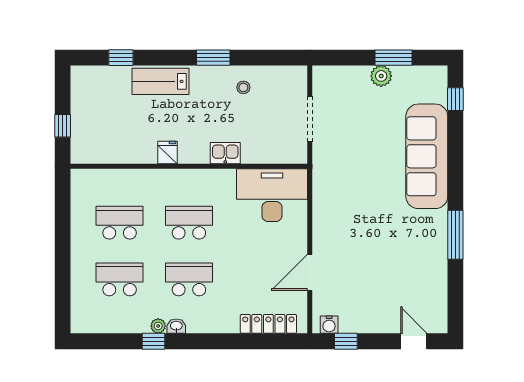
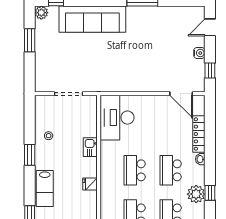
plant: (381, 76) -> (41, 13), moved
door: (310, 272) -> (181, 94), moved
locker: (268, 324) -> (199, 134), moved
water cooler: (329, 325) -> (199, 53), moved
plant: (158, 326) -> (196, 194), width x1.87, depth x1.87
washbasin: (176, 326) -> (200, 159), moved

